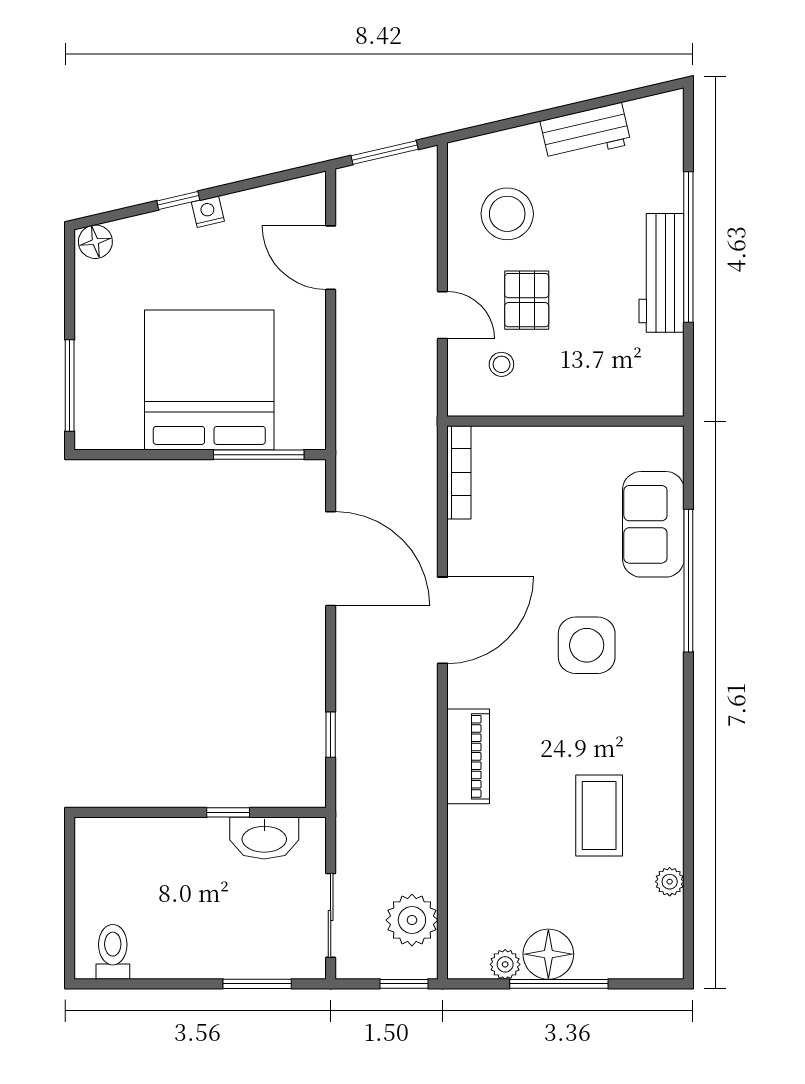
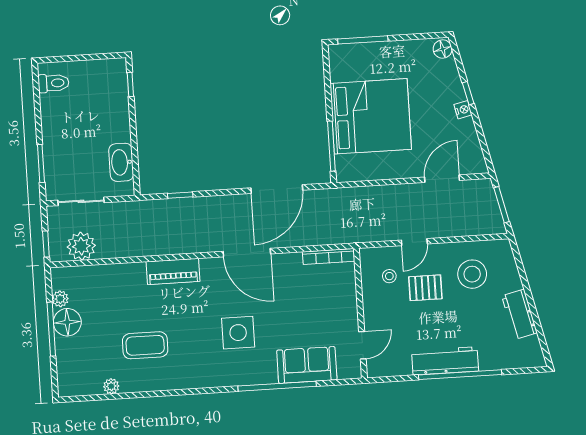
door: (624, 421) -> (362, 345), added
window: (228, 812) -> (130, 84), moved

